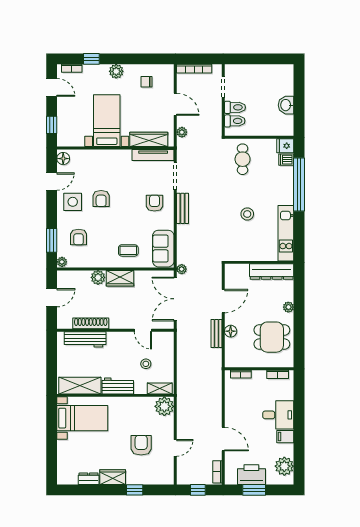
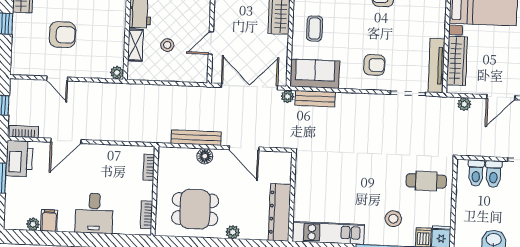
bench: (183, 208) -> (315, 99), moved
stool: (247, 214) -> (393, 219), moved
bench: (216, 333) -> (196, 138), width x1.36
dining table: (272, 337) -> (195, 209), turned 90
shelving: (160, 388) -> (135, 45), moved
plant: (164, 406) -> (117, 73), width x0.53, depth x0.53
filing cabinet: (285, 437) -> (49, 220), moved
plant: (284, 466) -> (33, 224), width x0.53, depth x0.53
printer: (251, 475) -> (19, 159), moved

